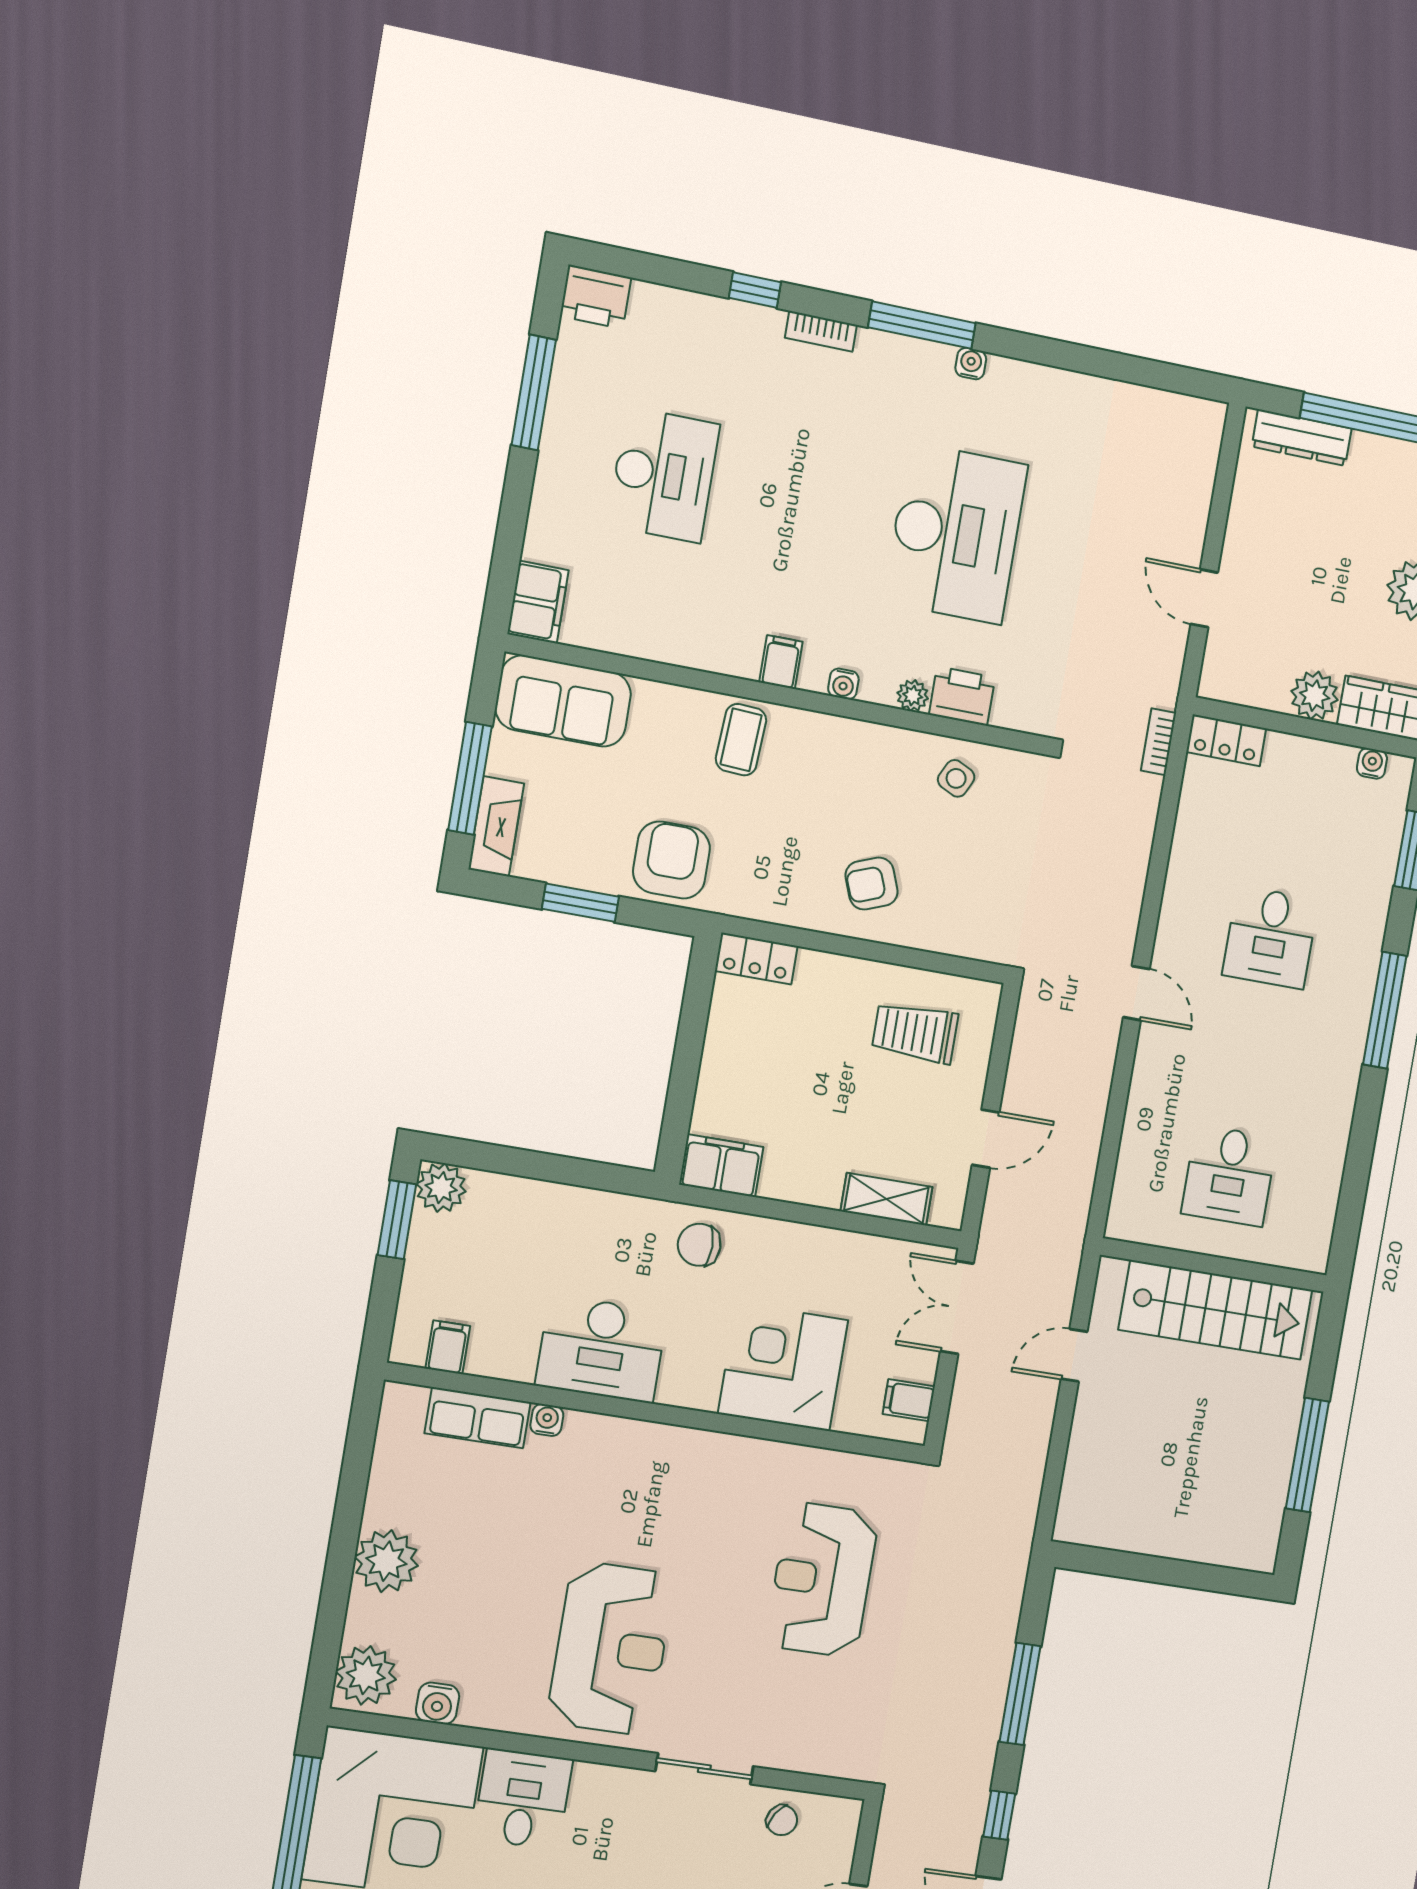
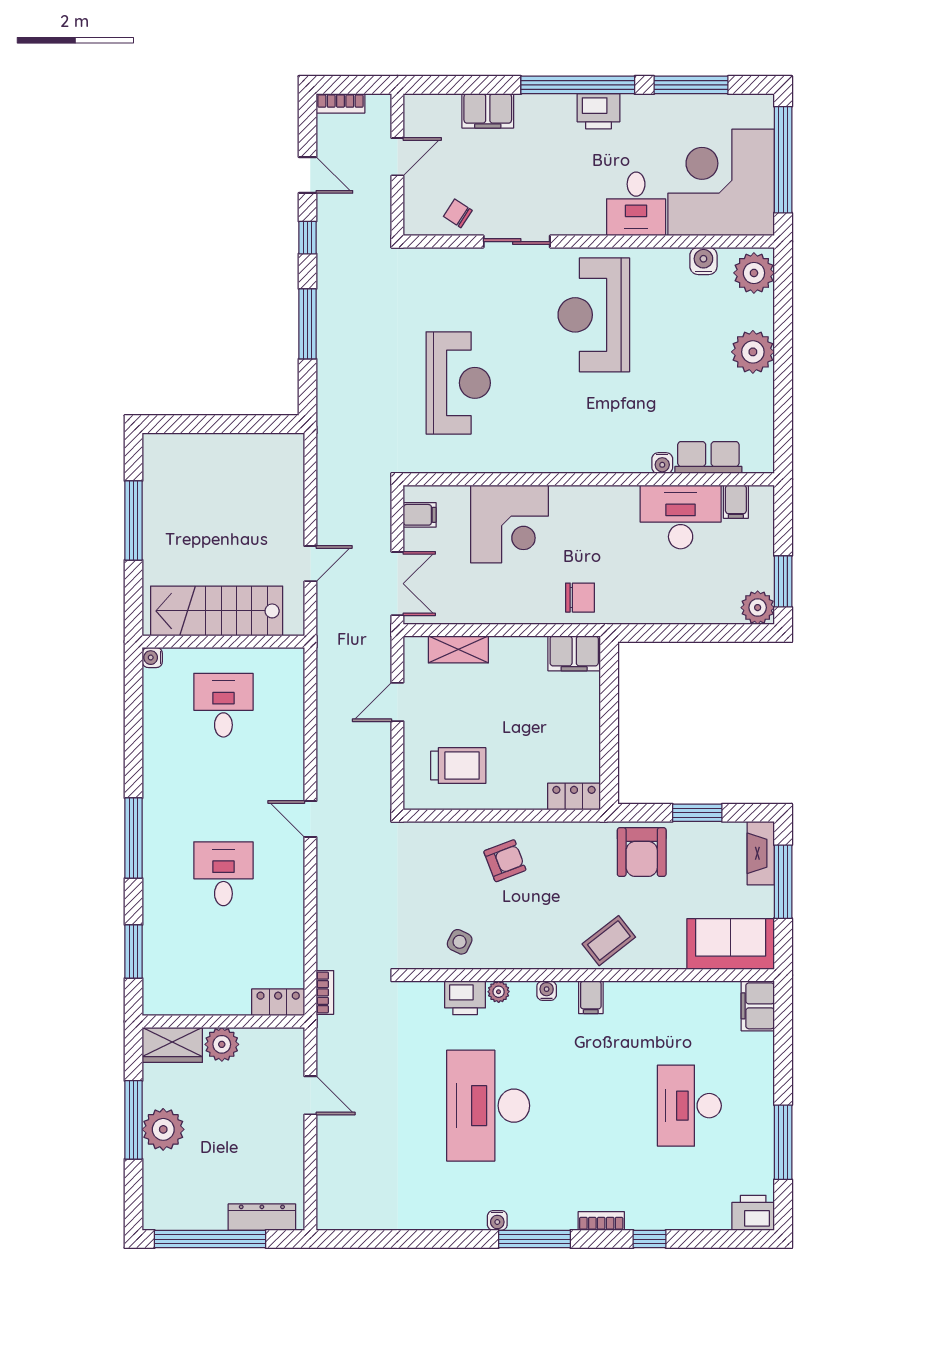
coffee table: (741, 740) -> (609, 941), turned 49
water cooler: (1372, 763) -> (152, 658), moved, turned 90
desk: (601, 1349) -> (681, 517), moved

